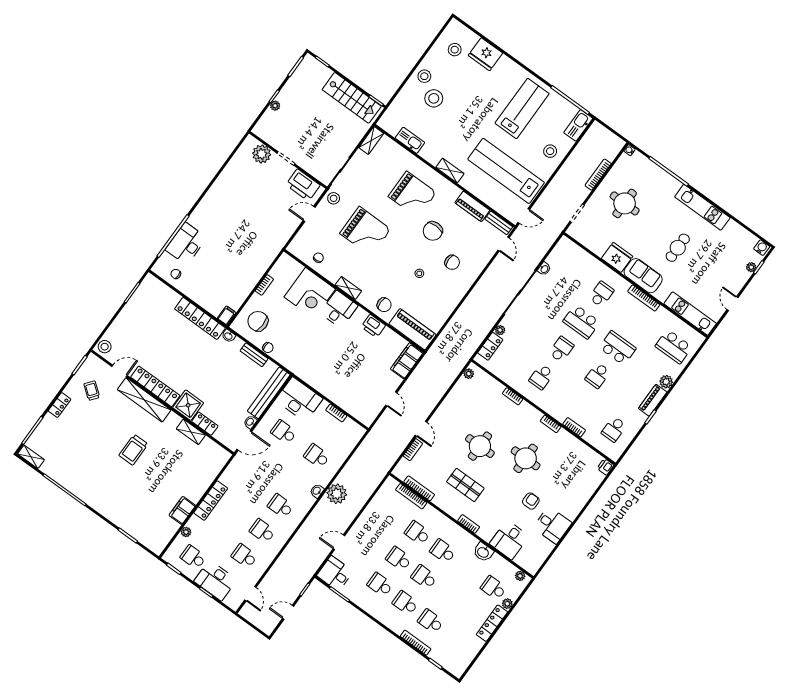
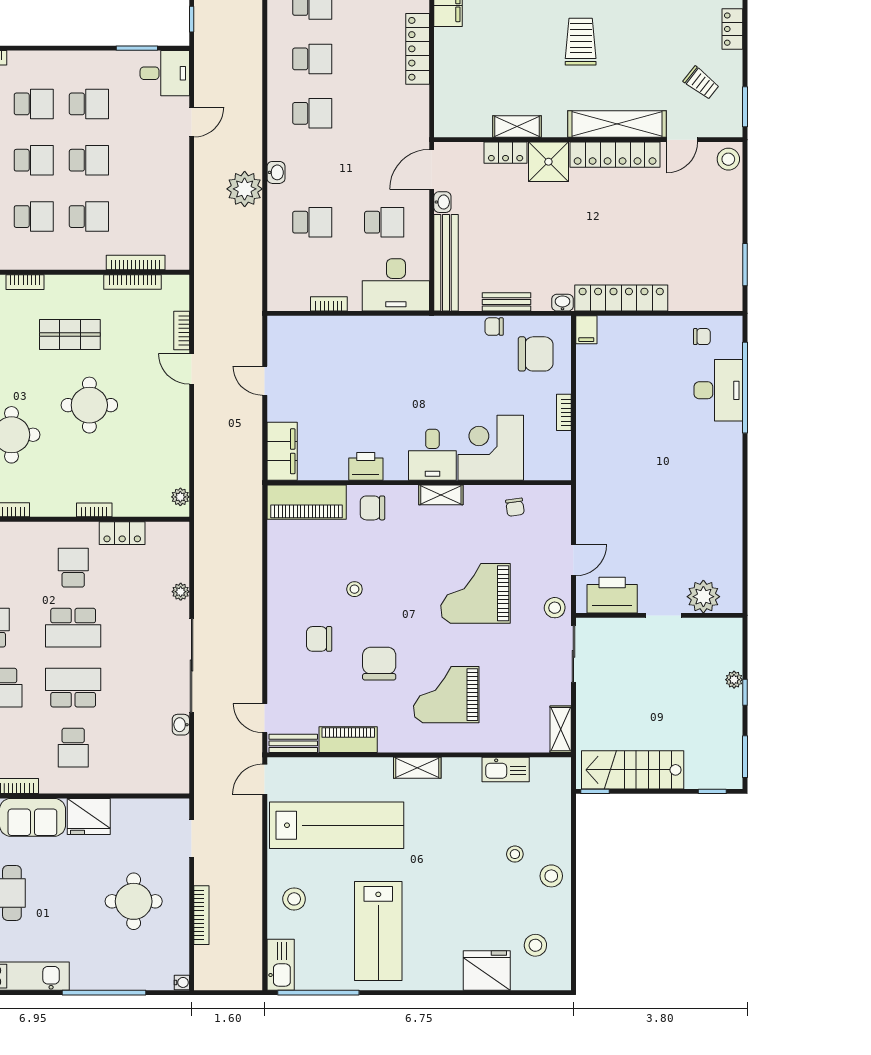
stool: (434, 98) -> (515, 854), width x0.53, depth x0.53
locker: (490, 346) -> (122, 533), moved, turned -90
school desk: (561, 349) -> (73, 628), width x1.85

